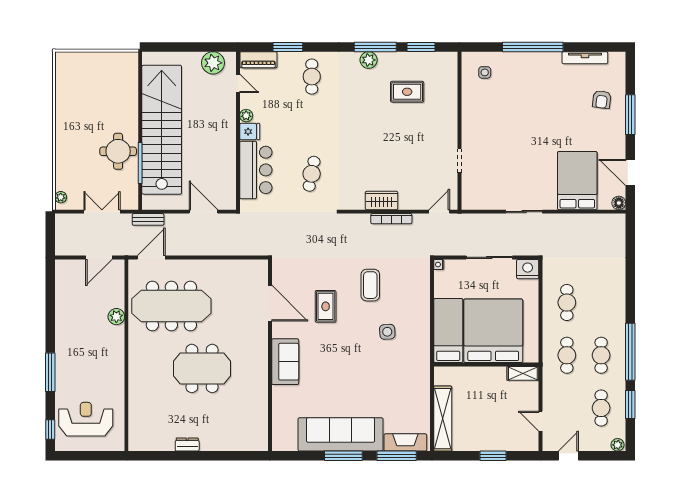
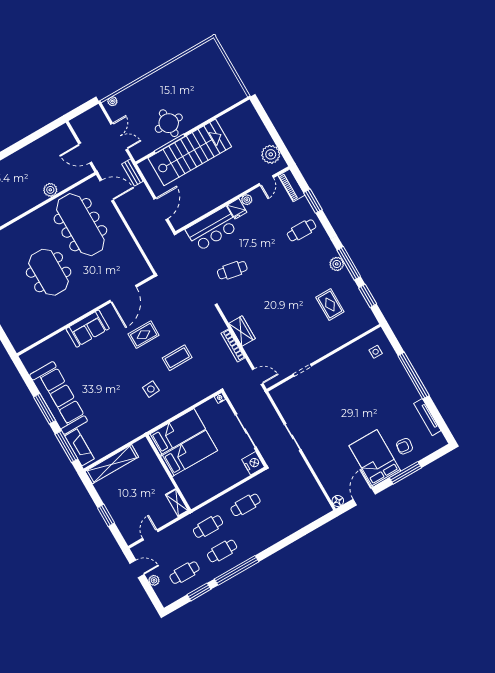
stairs: (162, 130) -> (190, 152), width x0.73
bed: (577, 181) -> (375, 458), moved, turned -90
bed: (493, 331) -> (189, 453), width x0.49
plant: (618, 445) -> (154, 580), moved

